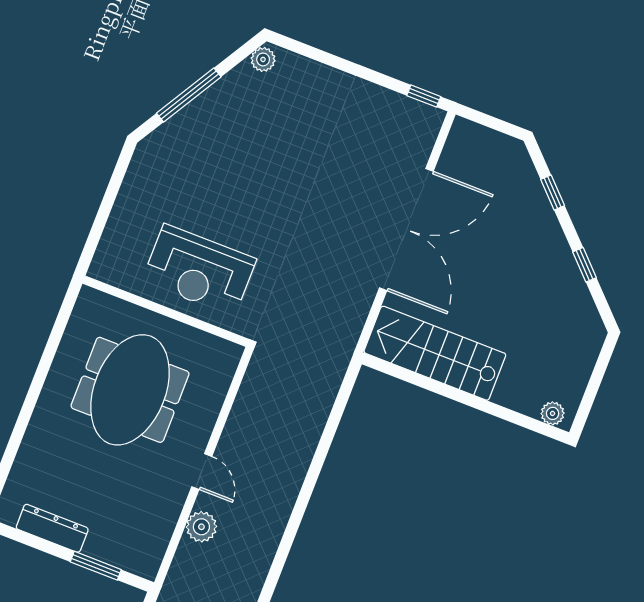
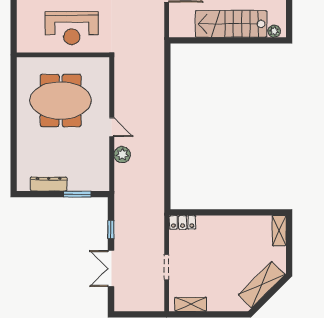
stairs: (435, 353) -> (231, 24), moved
meeting table: (130, 390) -> (61, 101), turned 90

